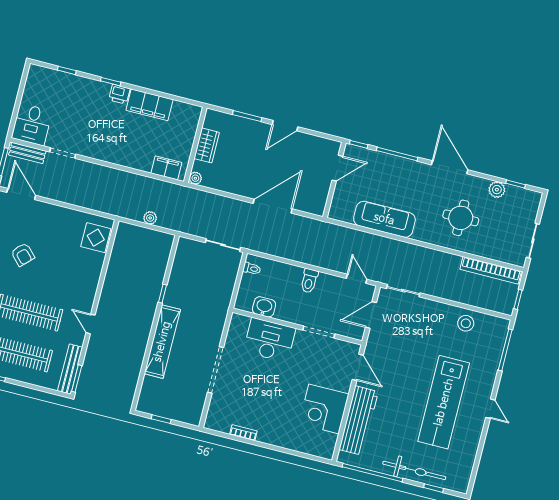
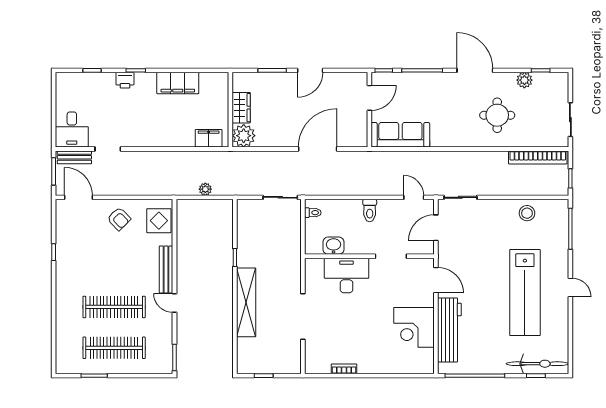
printer: (119, 94) -> (125, 80), moved
plant: (195, 178) -> (244, 136), width x1.88, depth x1.88
sofa: (384, 219) -> (400, 135), moved
armchair: (23, 255) -> (119, 219), moved
bench: (70, 369) -> (166, 269), moved
bicycle: (414, 470) -> (537, 364), moved

